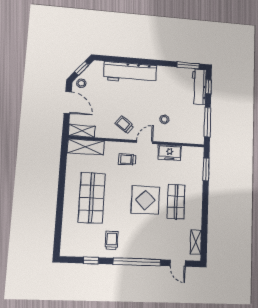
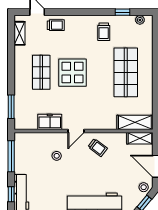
trolley: (127, 159) -> (56, 25), moved
plant: (73, 252) -> (140, 20), added
window: (137, 262) -> (78, 12), removed

